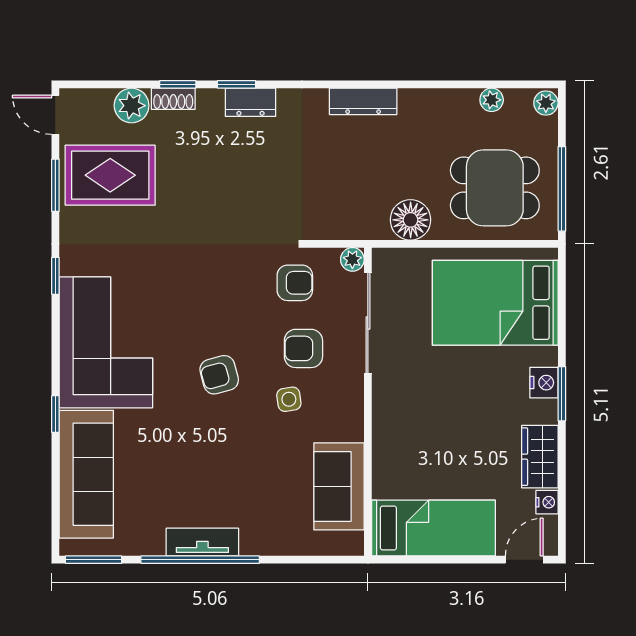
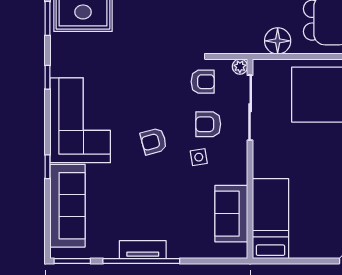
bed: (434, 528) -> (270, 219), moved, turned -90

